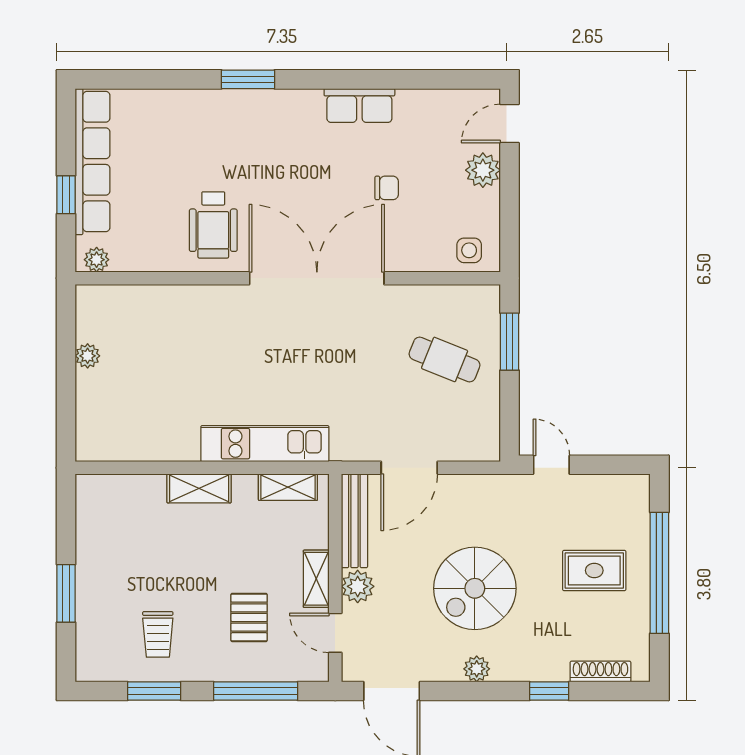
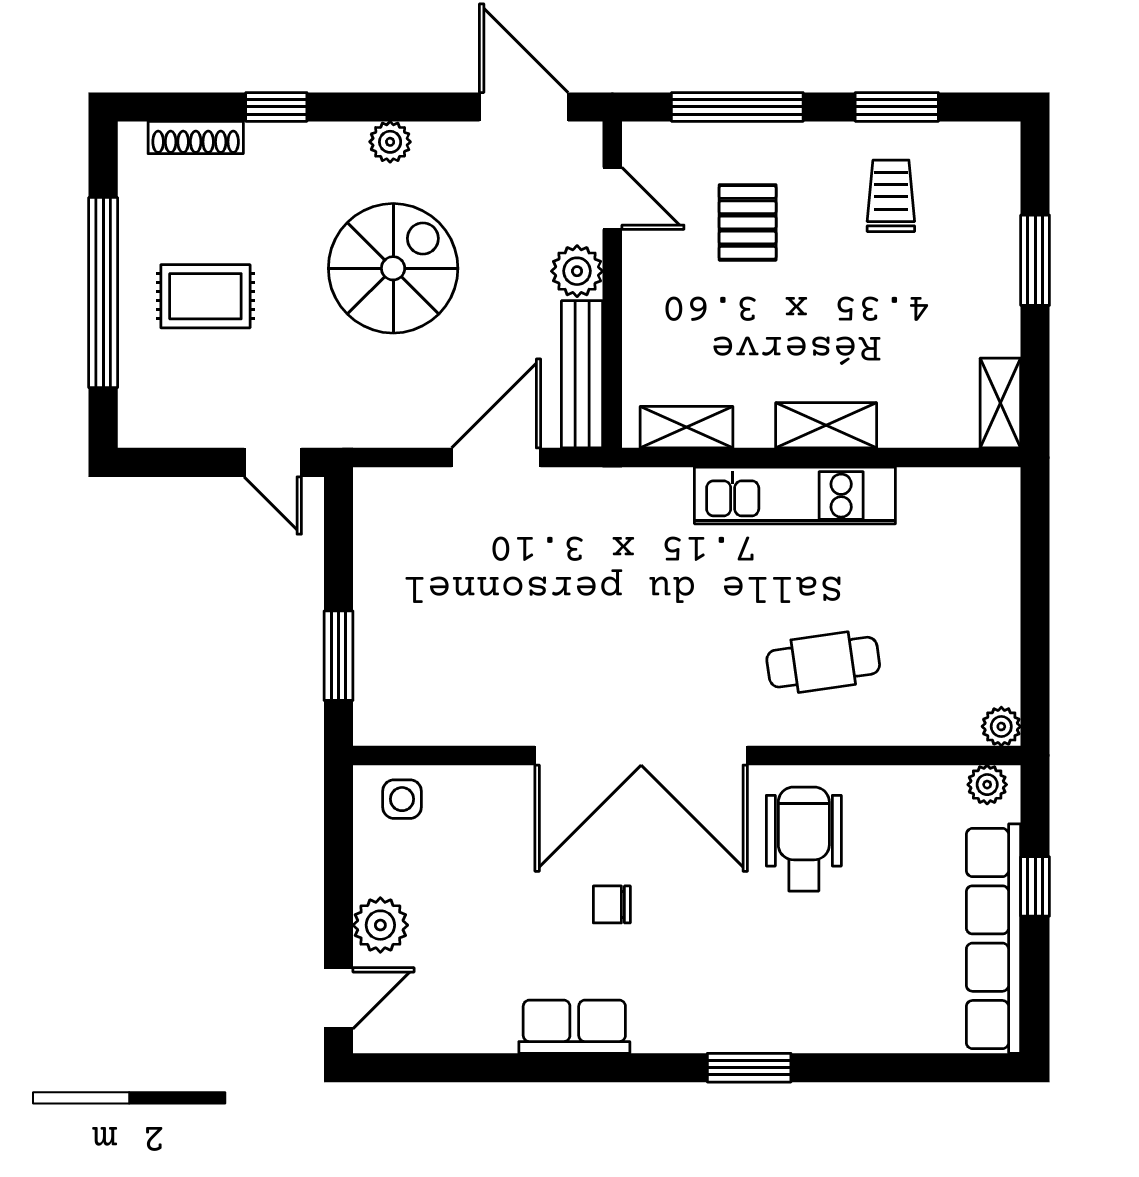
chair: (387, 188) -> (612, 904), moved
plant: (88, 356) -> (1001, 726), moved
cafe table: (445, 359) -> (823, 662), moved, turned -30
kitchen unit: (265, 444) -> (795, 496), moved
shelving: (316, 579) -> (1000, 403), moved

